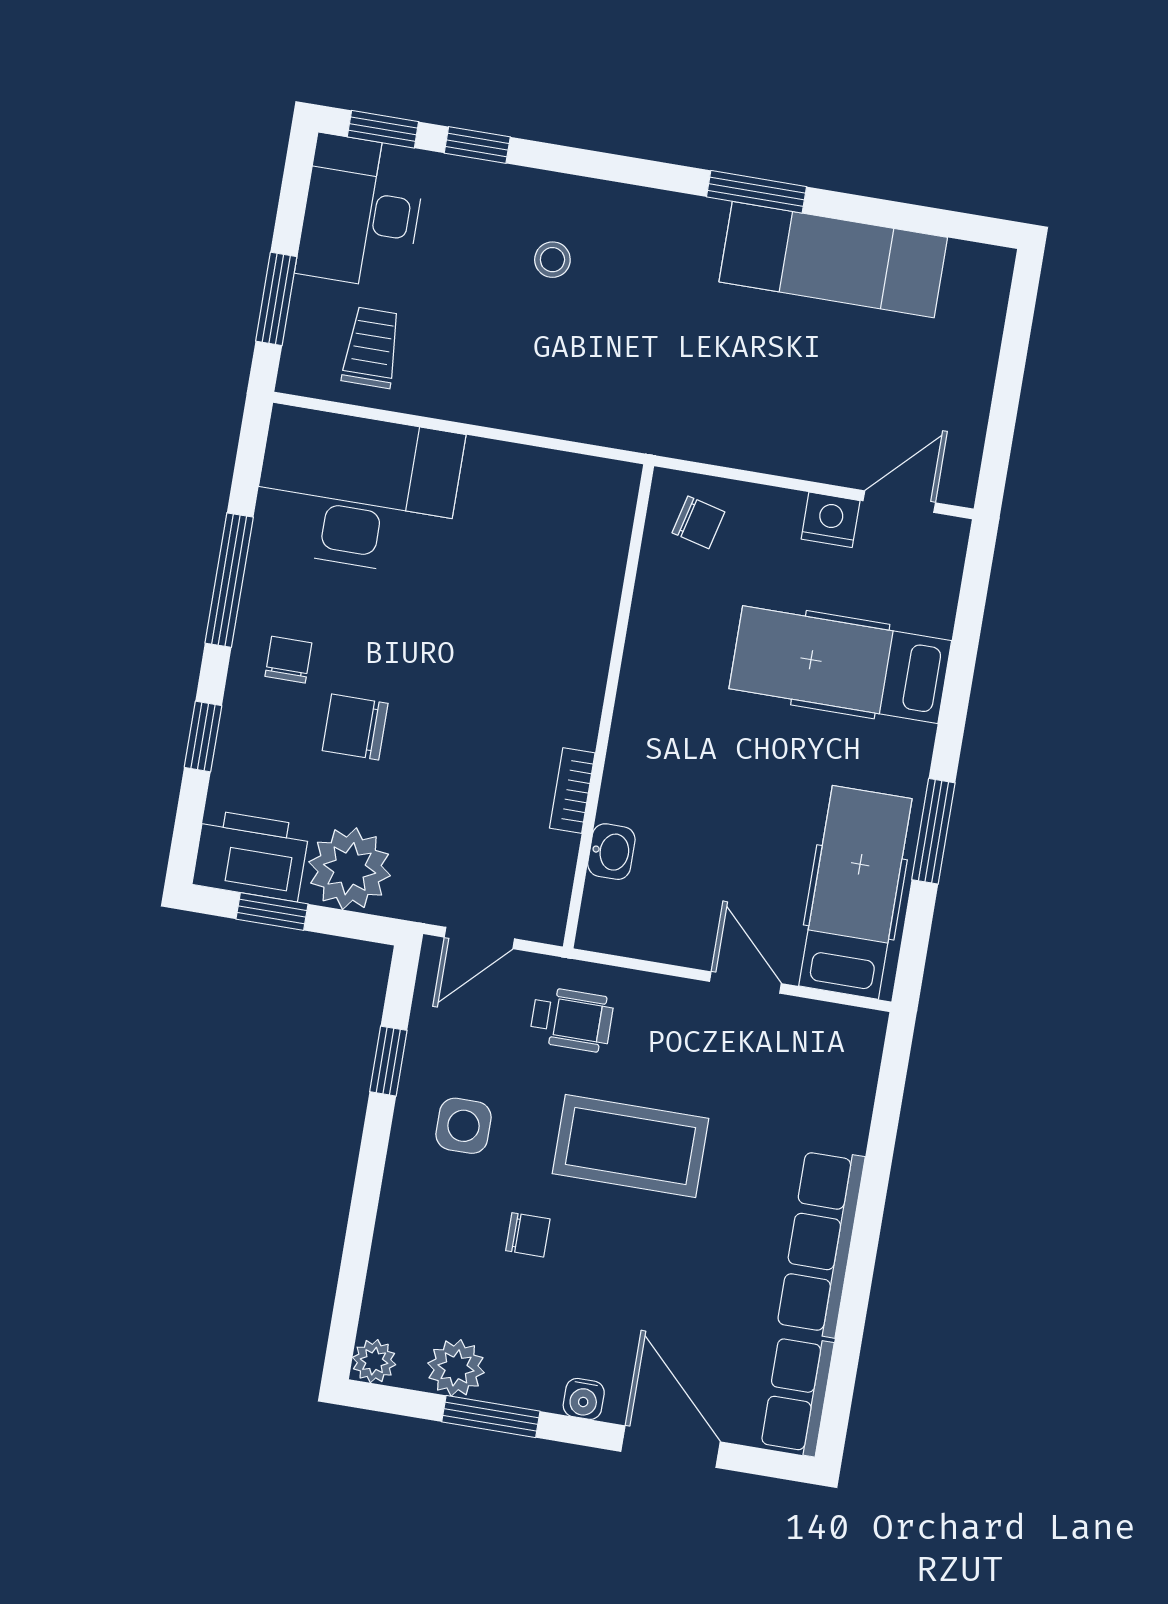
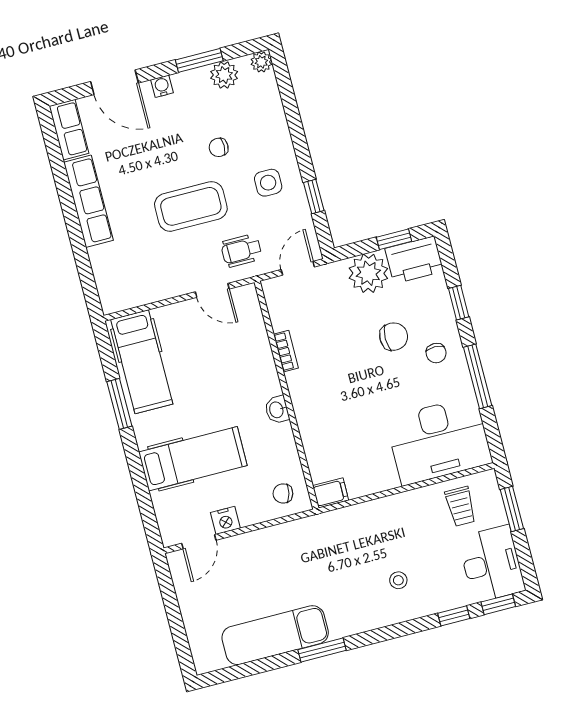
filing cabinet: (607, 483) -> (331, 493), added
washbasin: (611, 852) -> (277, 410), moved
door: (745, 983) -> (212, 290), moved

